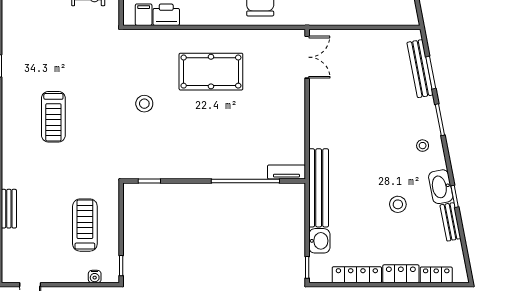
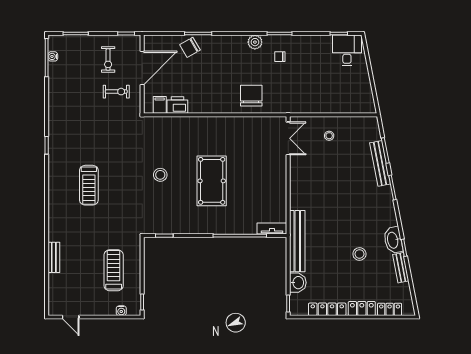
bench: (420, 69) -> (380, 163), moved
pool table: (211, 72) -> (212, 181), moved, turned 90
stool: (423, 146) -> (329, 136), moved

